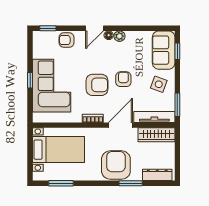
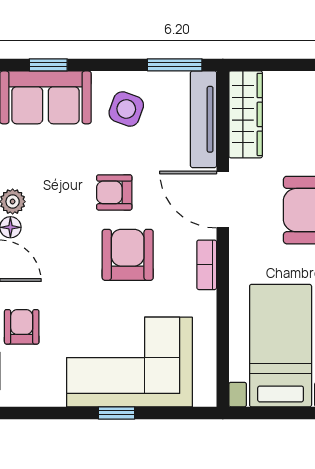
armchair: (67, 40) -> (22, 327), turned 180

